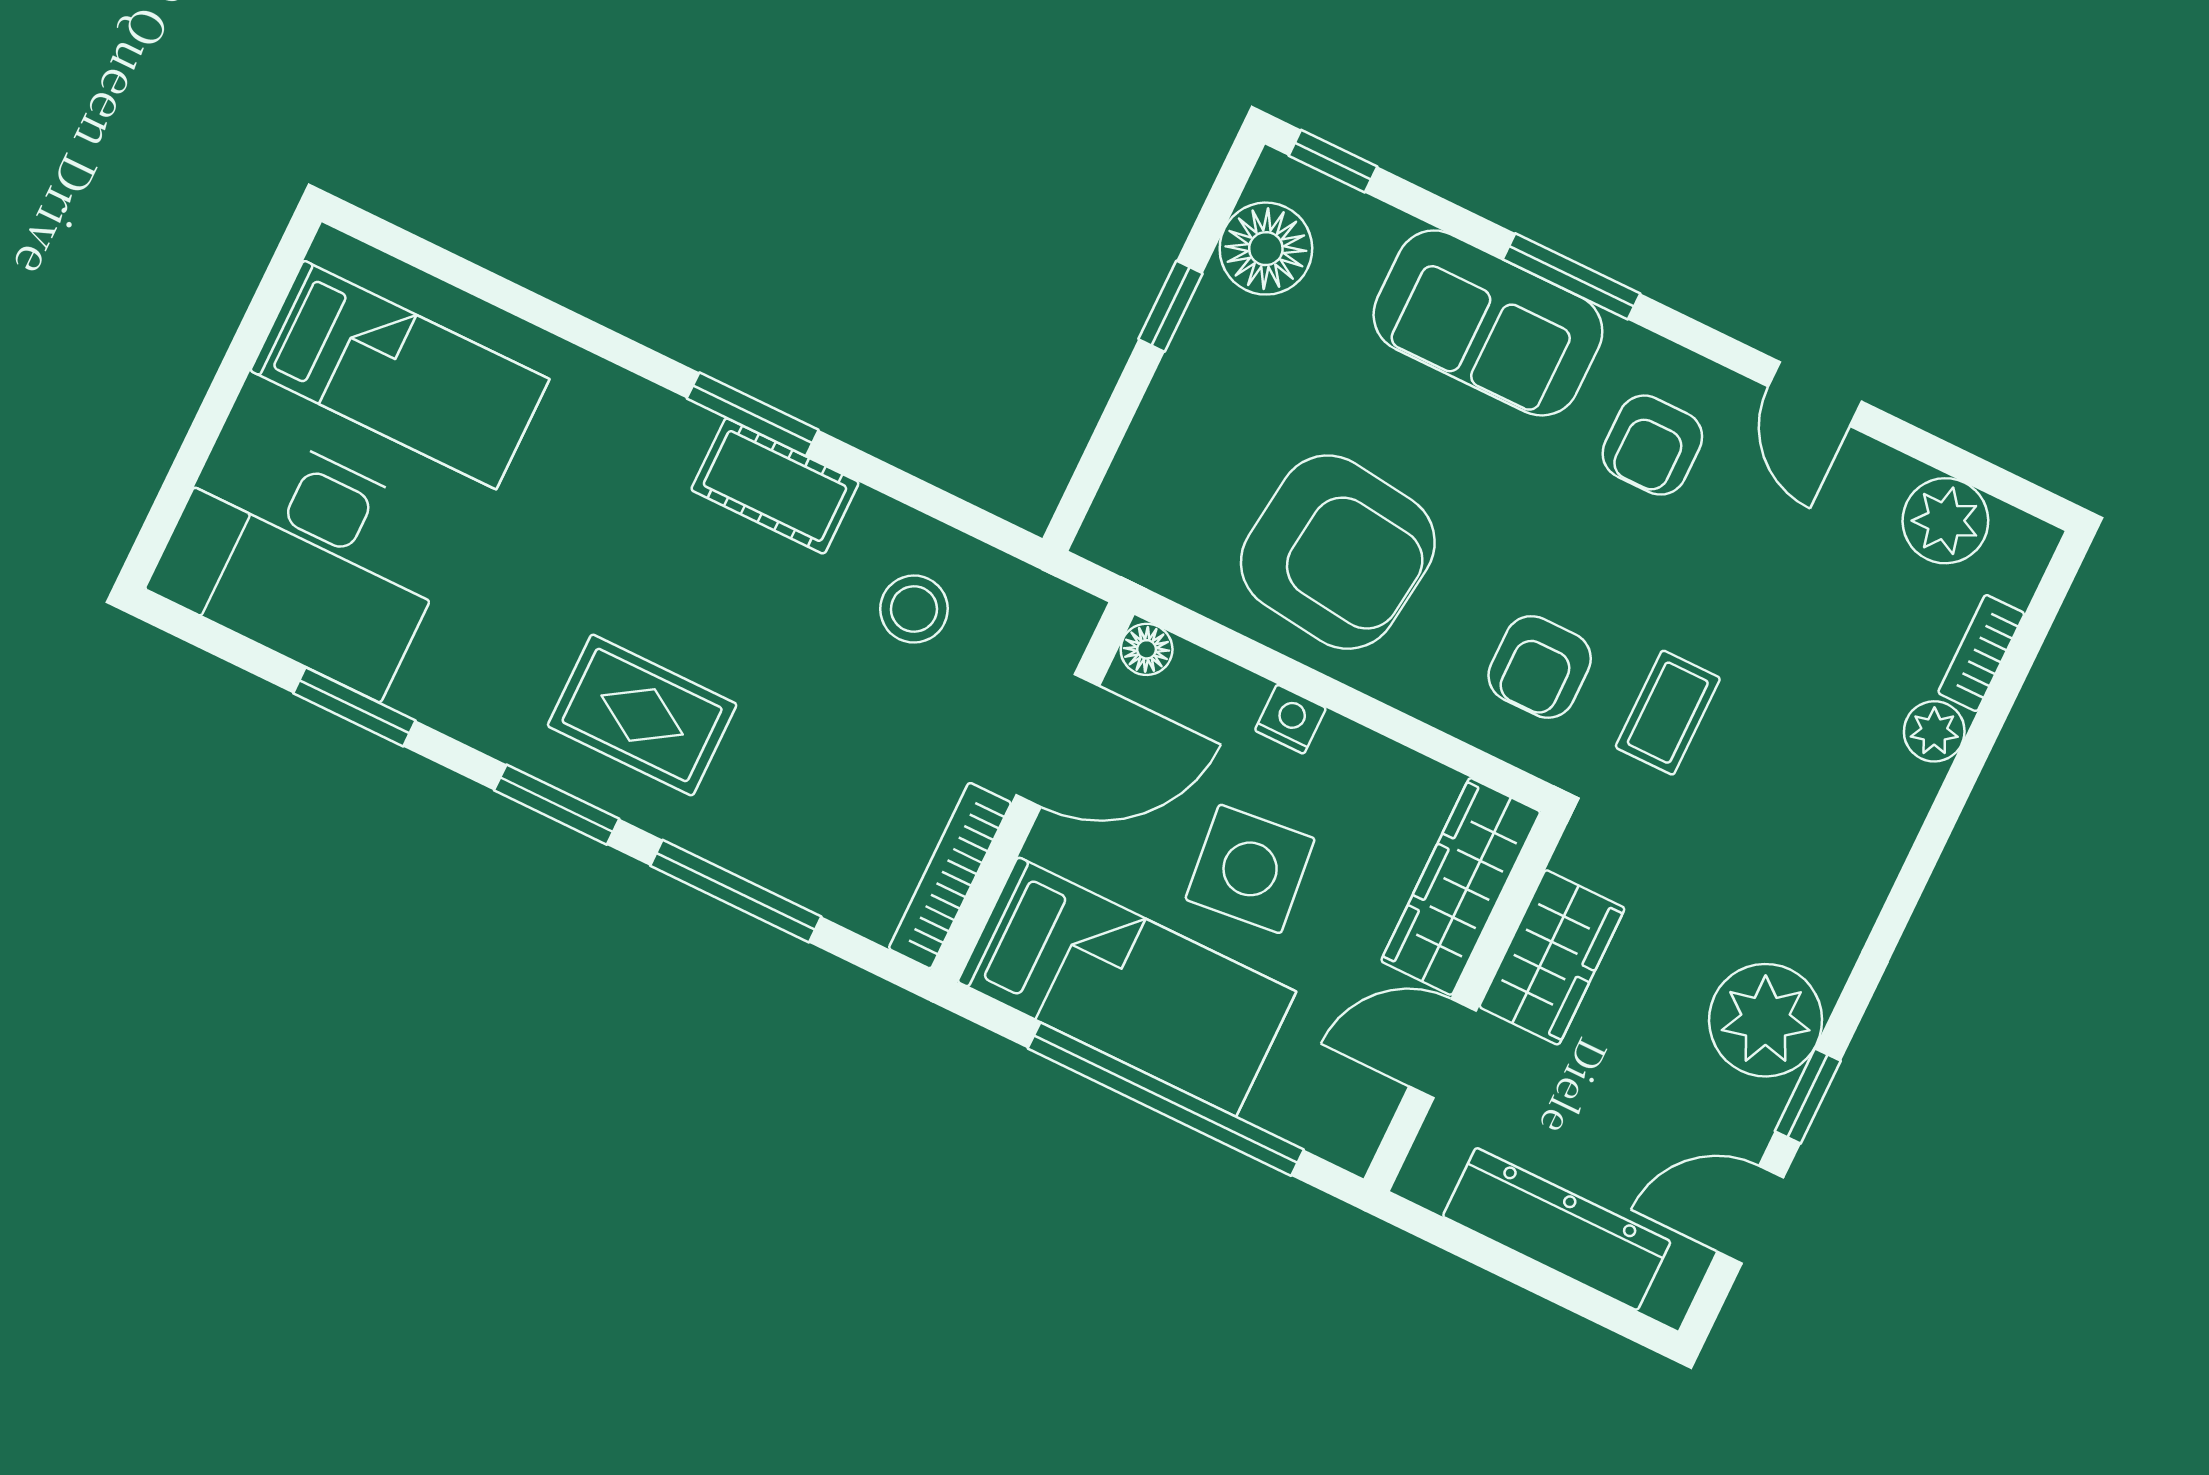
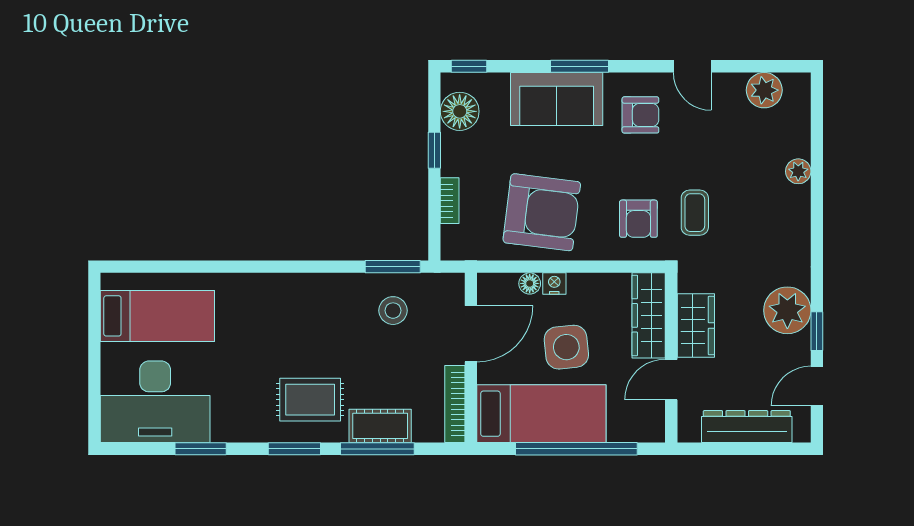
window: (753, 414) -> (393, 267), moved
armchair: (1652, 445) -> (640, 115), turned -90
cot: (775, 486) -> (380, 426), moved
floor lamp: (1147, 649) -> (530, 283), moved
bookcase: (1981, 653) -> (450, 201), moved, turned 180

